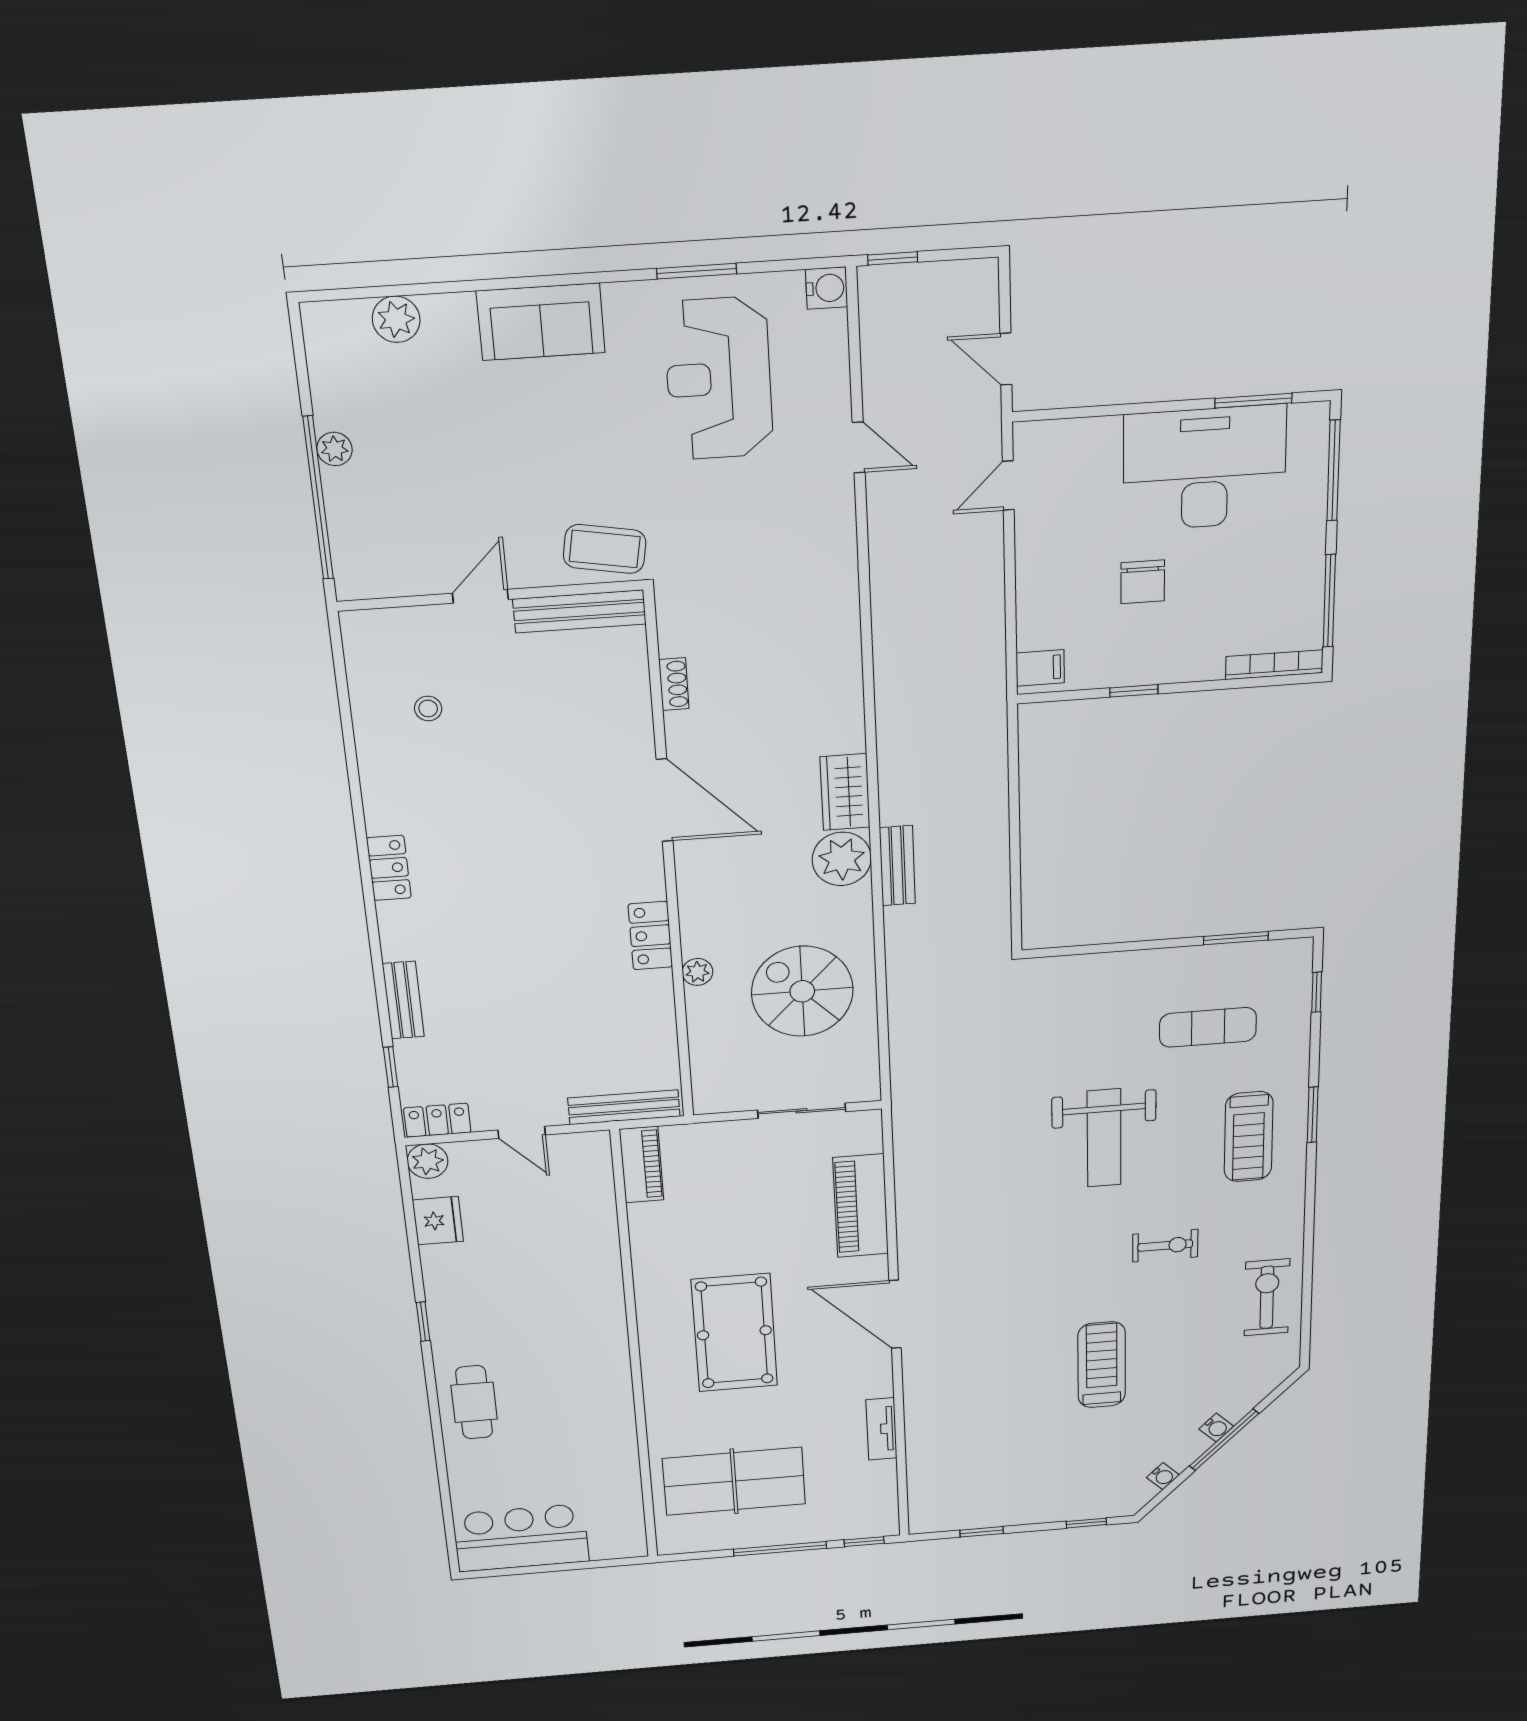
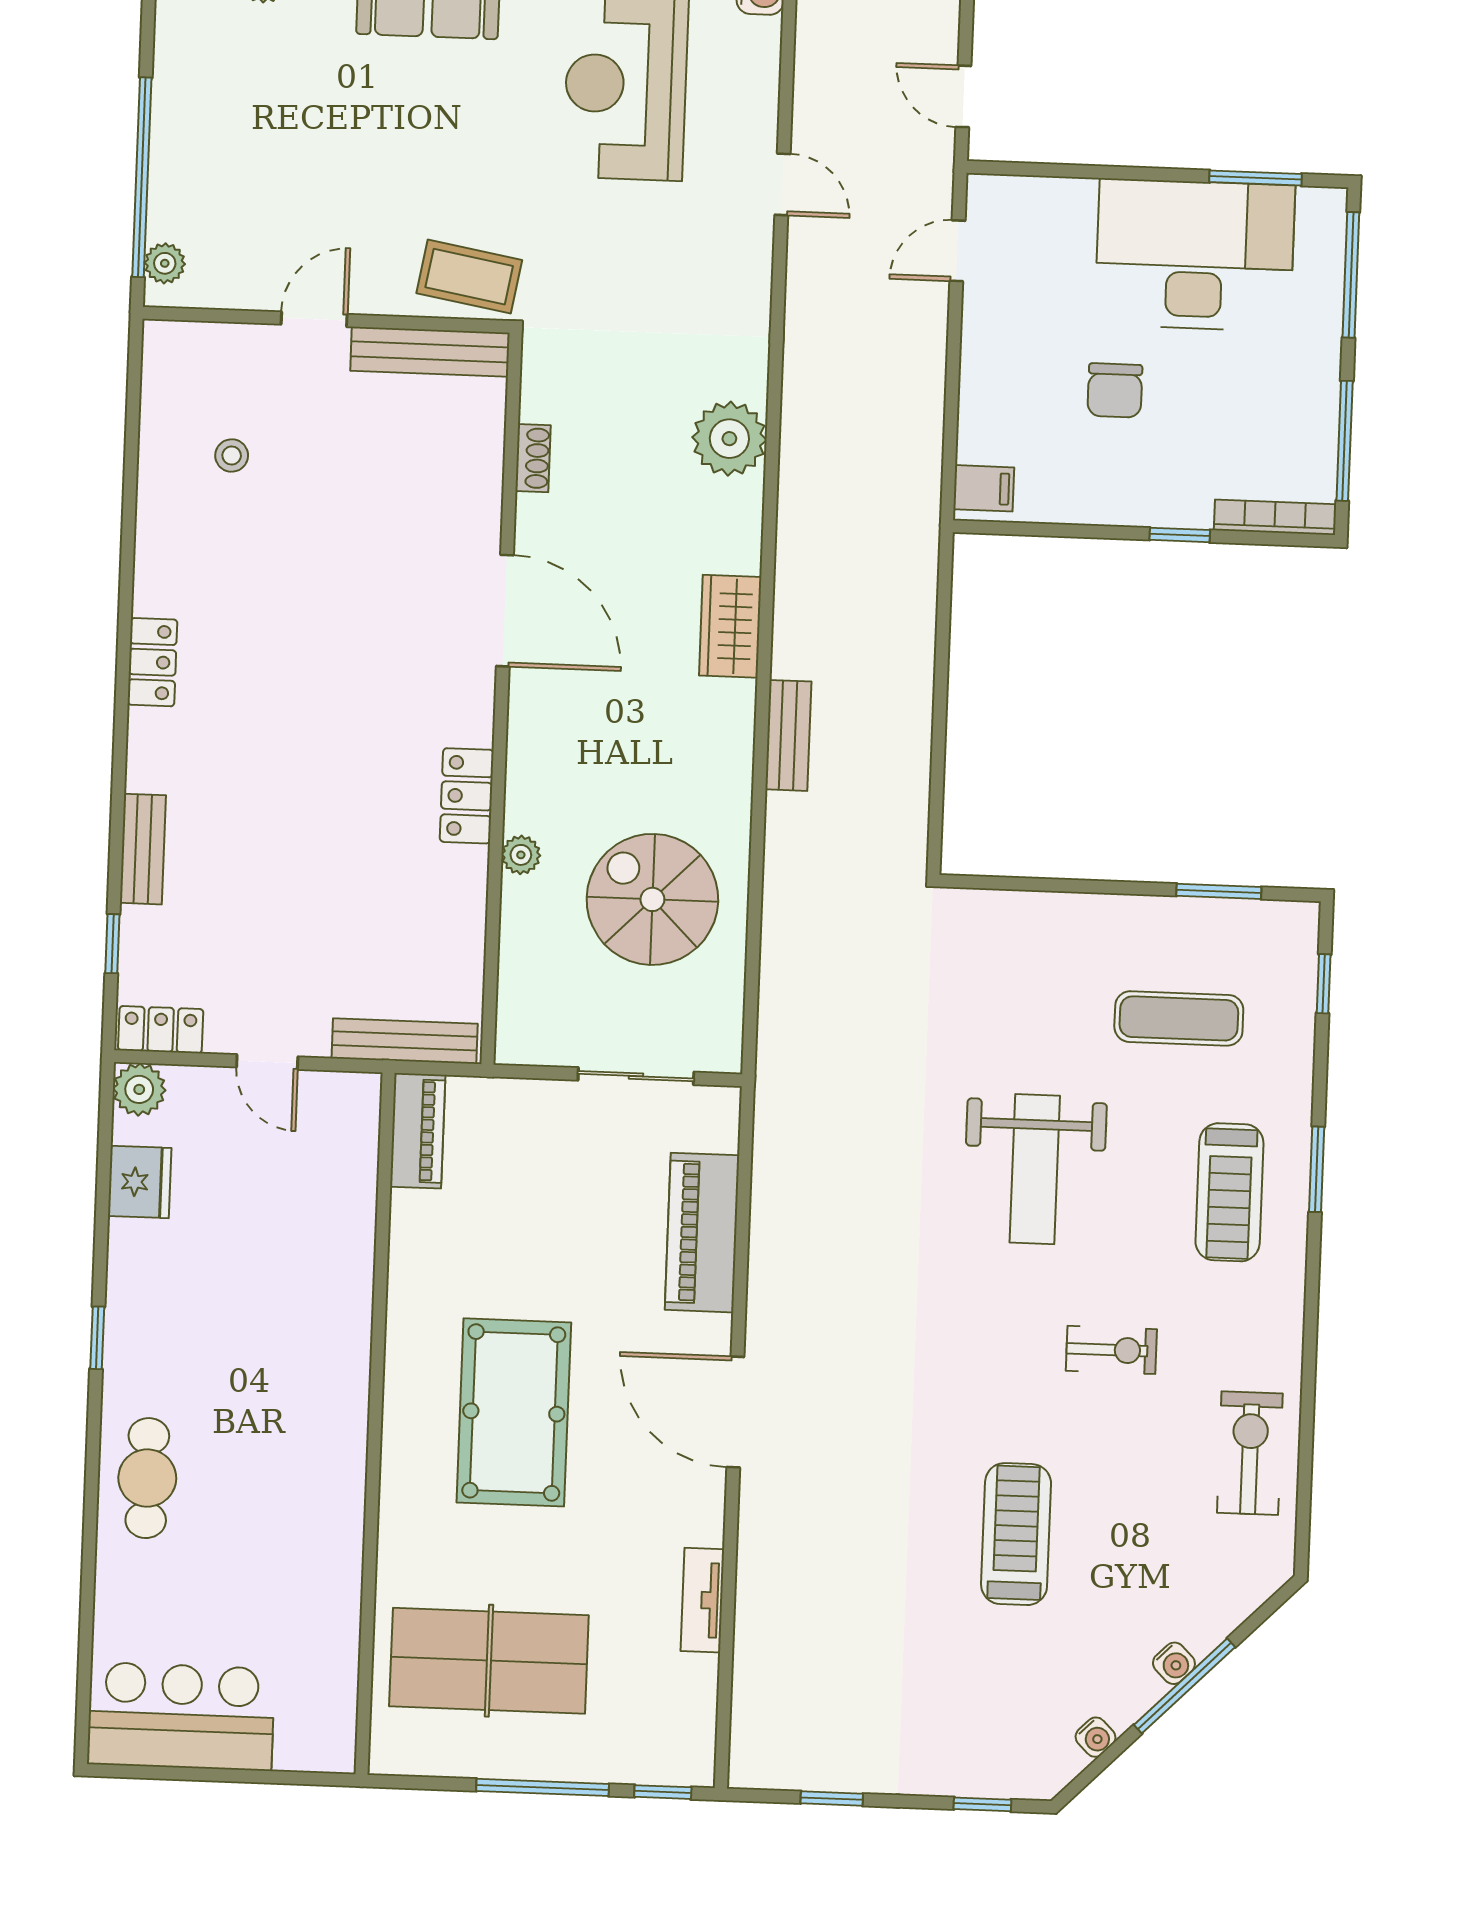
plant: (335, 449) -> (165, 263), moved
window: (1134, 691) -> (1180, 535), moved
plant: (842, 859) -> (729, 439), moved

